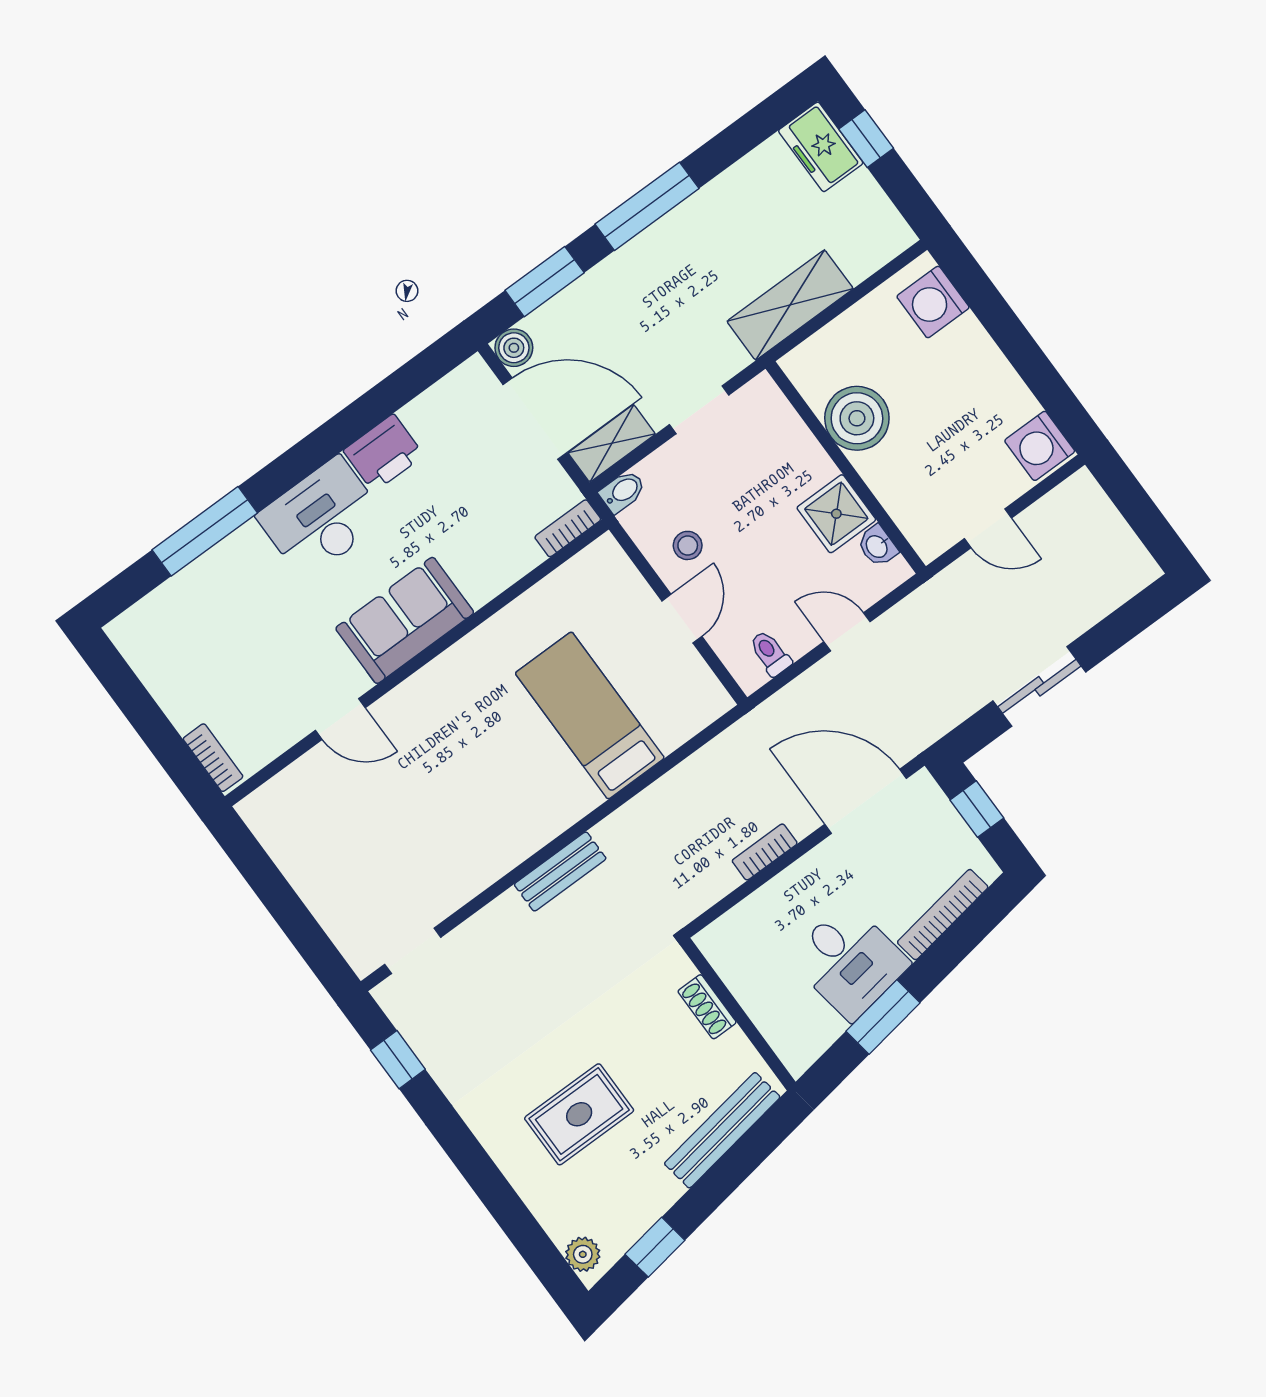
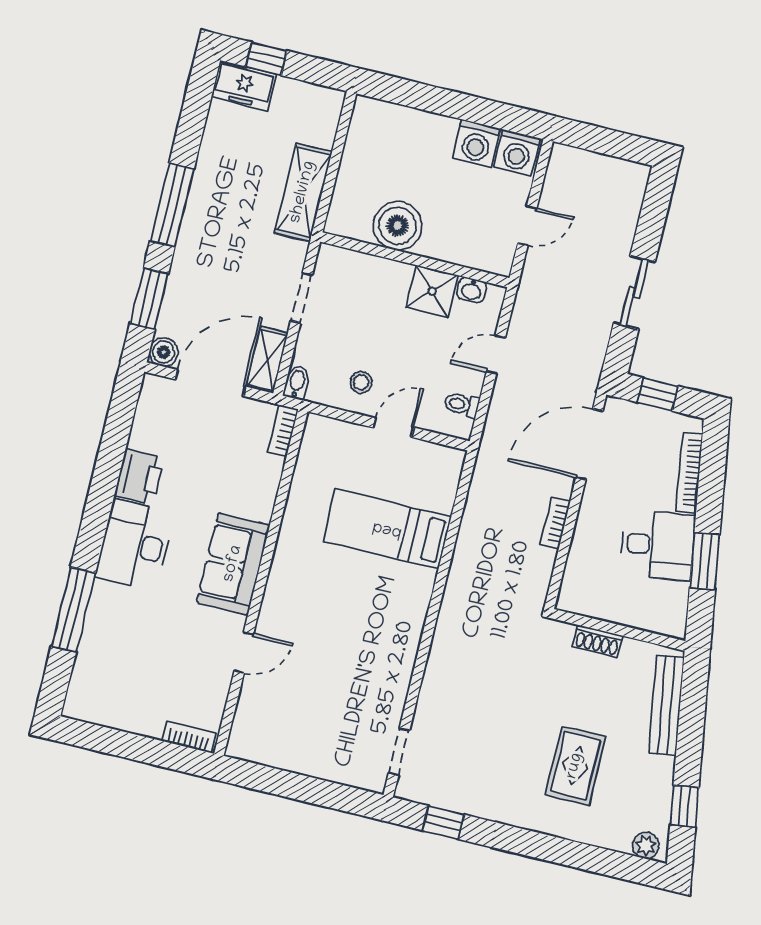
washing machine: (933, 302) -> (476, 143), moved
door: (682, 619) -> (394, 428), hinge flipped
bench: (560, 872) -> (446, 634), removed

